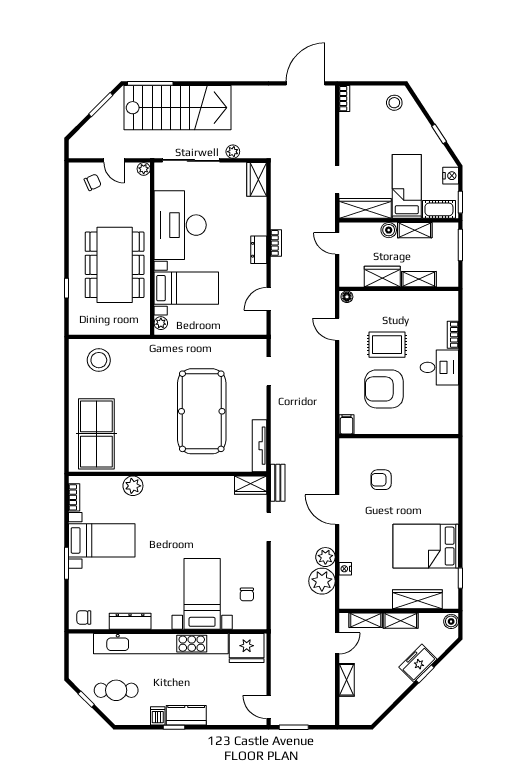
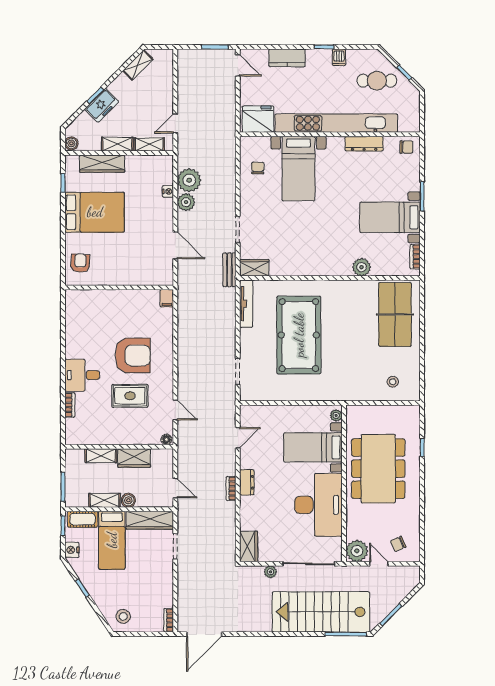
plant: (144, 169) -> (357, 551), width x1.88, depth x1.88
stool: (99, 360) -> (393, 382), width x0.53, depth x0.53
filing cabinet: (346, 424) -> (167, 298), moved
wall: (399, 436) -> (119, 287), moved
armchair: (381, 480) -> (80, 263), moved, turned -87
shelving: (347, 680) -> (138, 65), moved, turned 45
kitchen counter: (186, 715) -> (287, 58), moved

